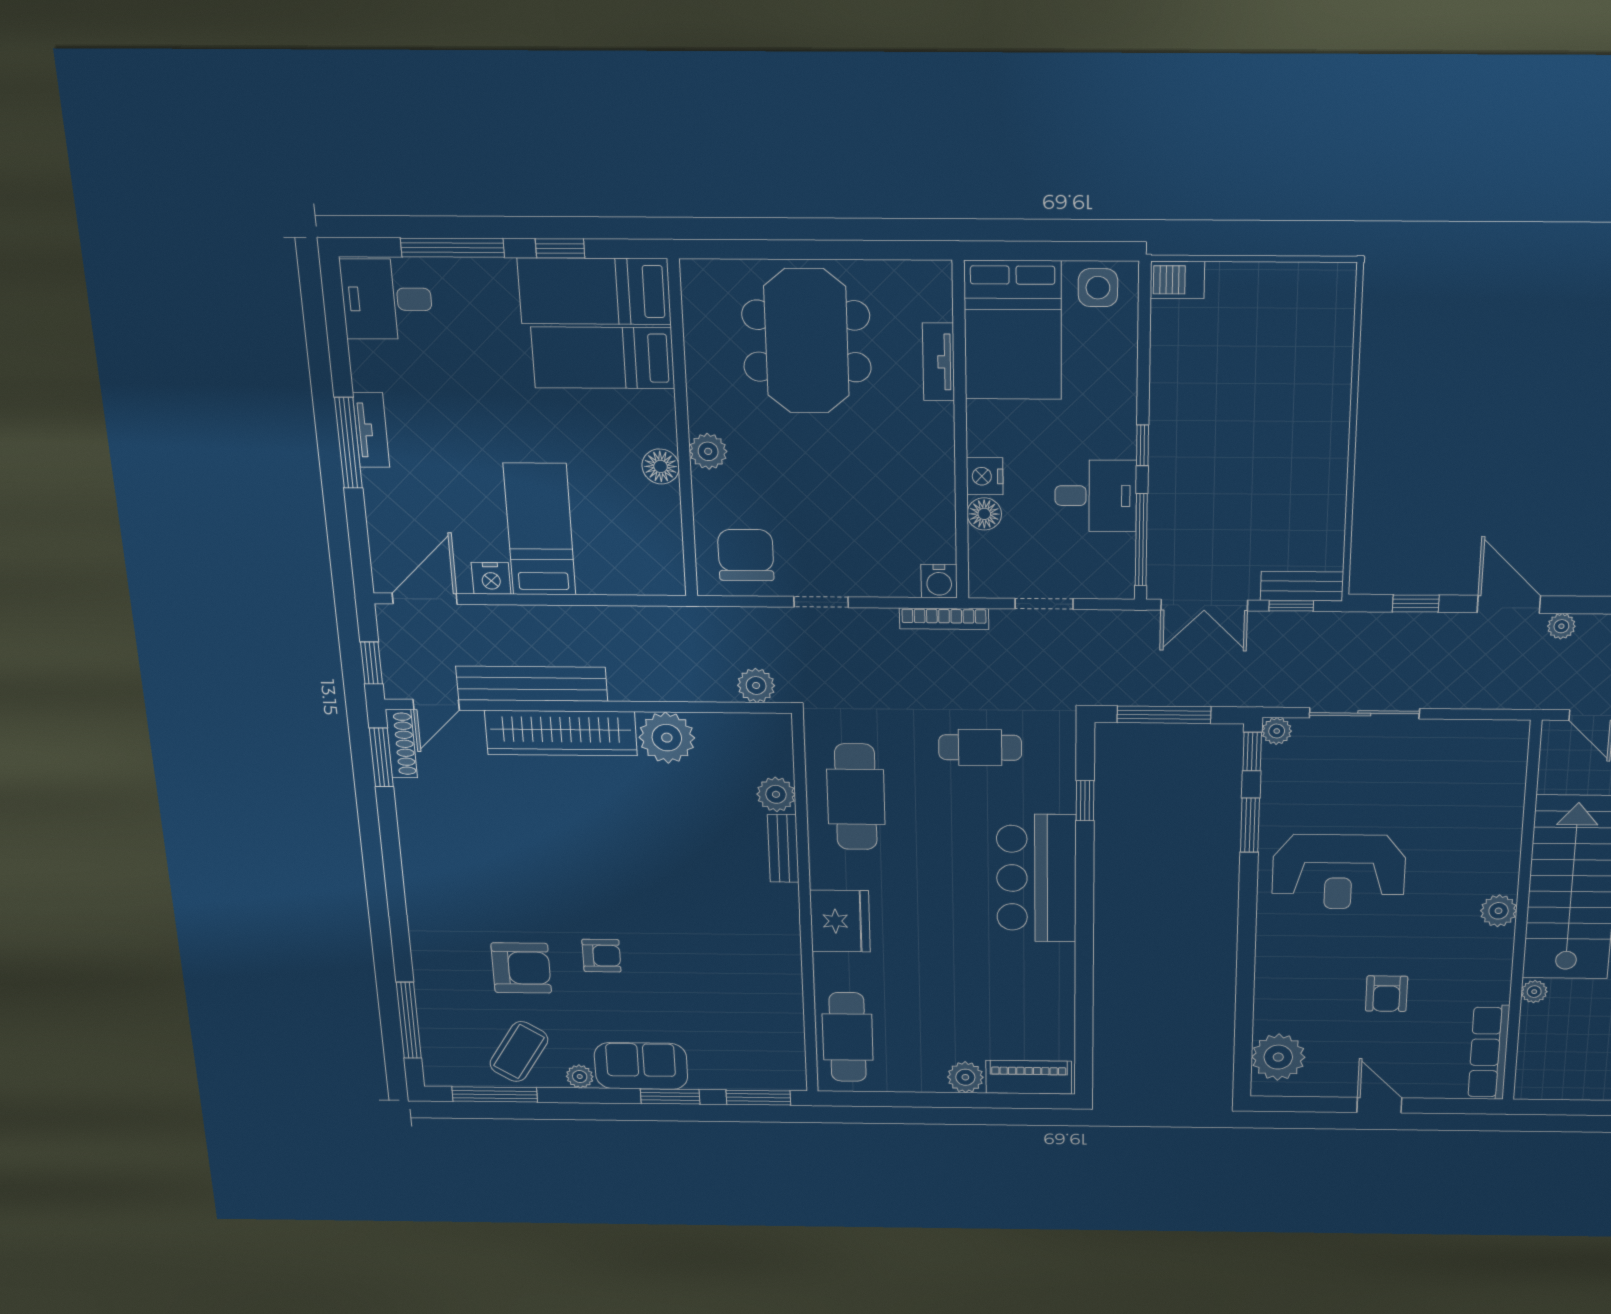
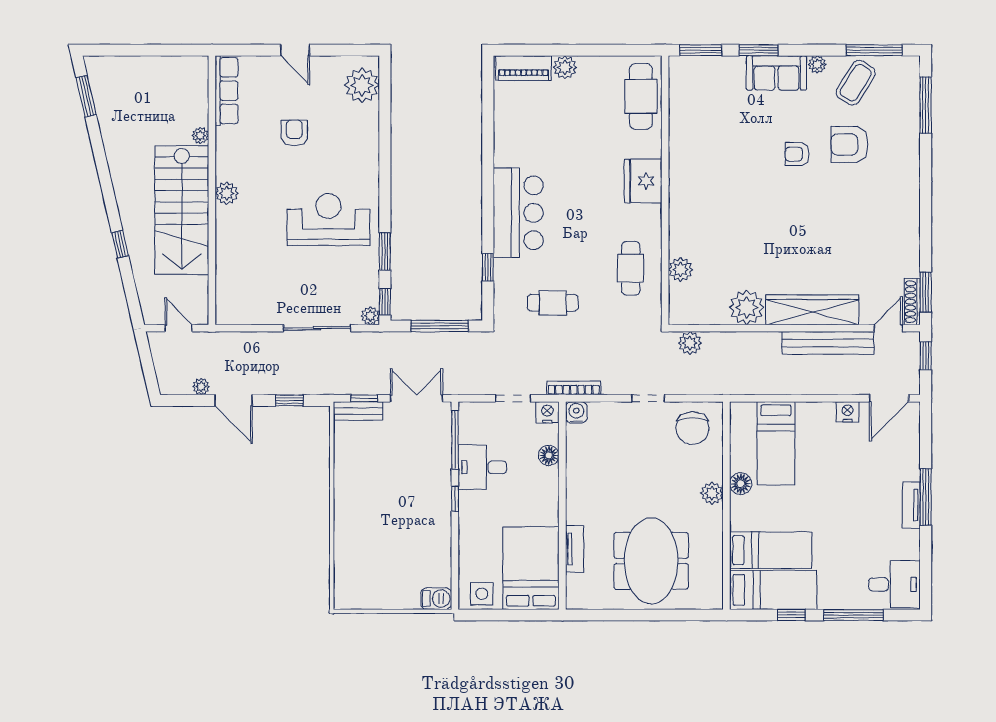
nightstand: (985, 476) -> (547, 412), moved, turned -90
bed: (540, 529) -> (776, 443), moved
cafe table: (856, 797) -> (631, 268), width x0.73, depth x0.74
bench: (783, 848) -> (677, 232), removed

